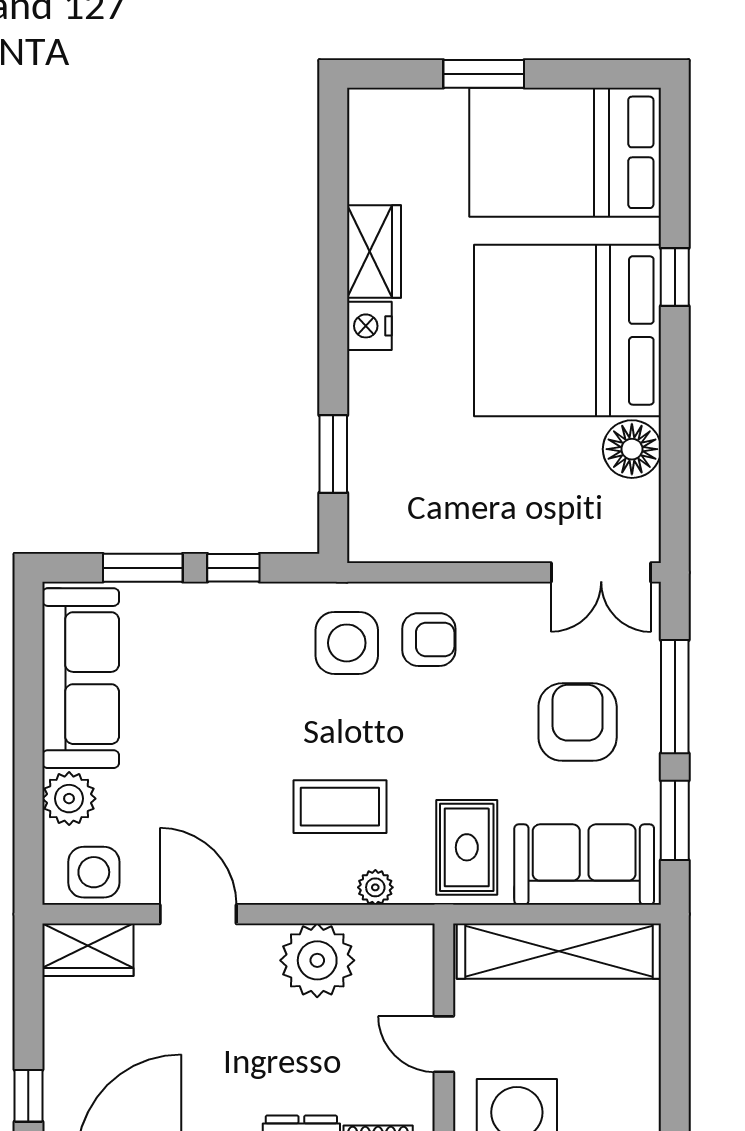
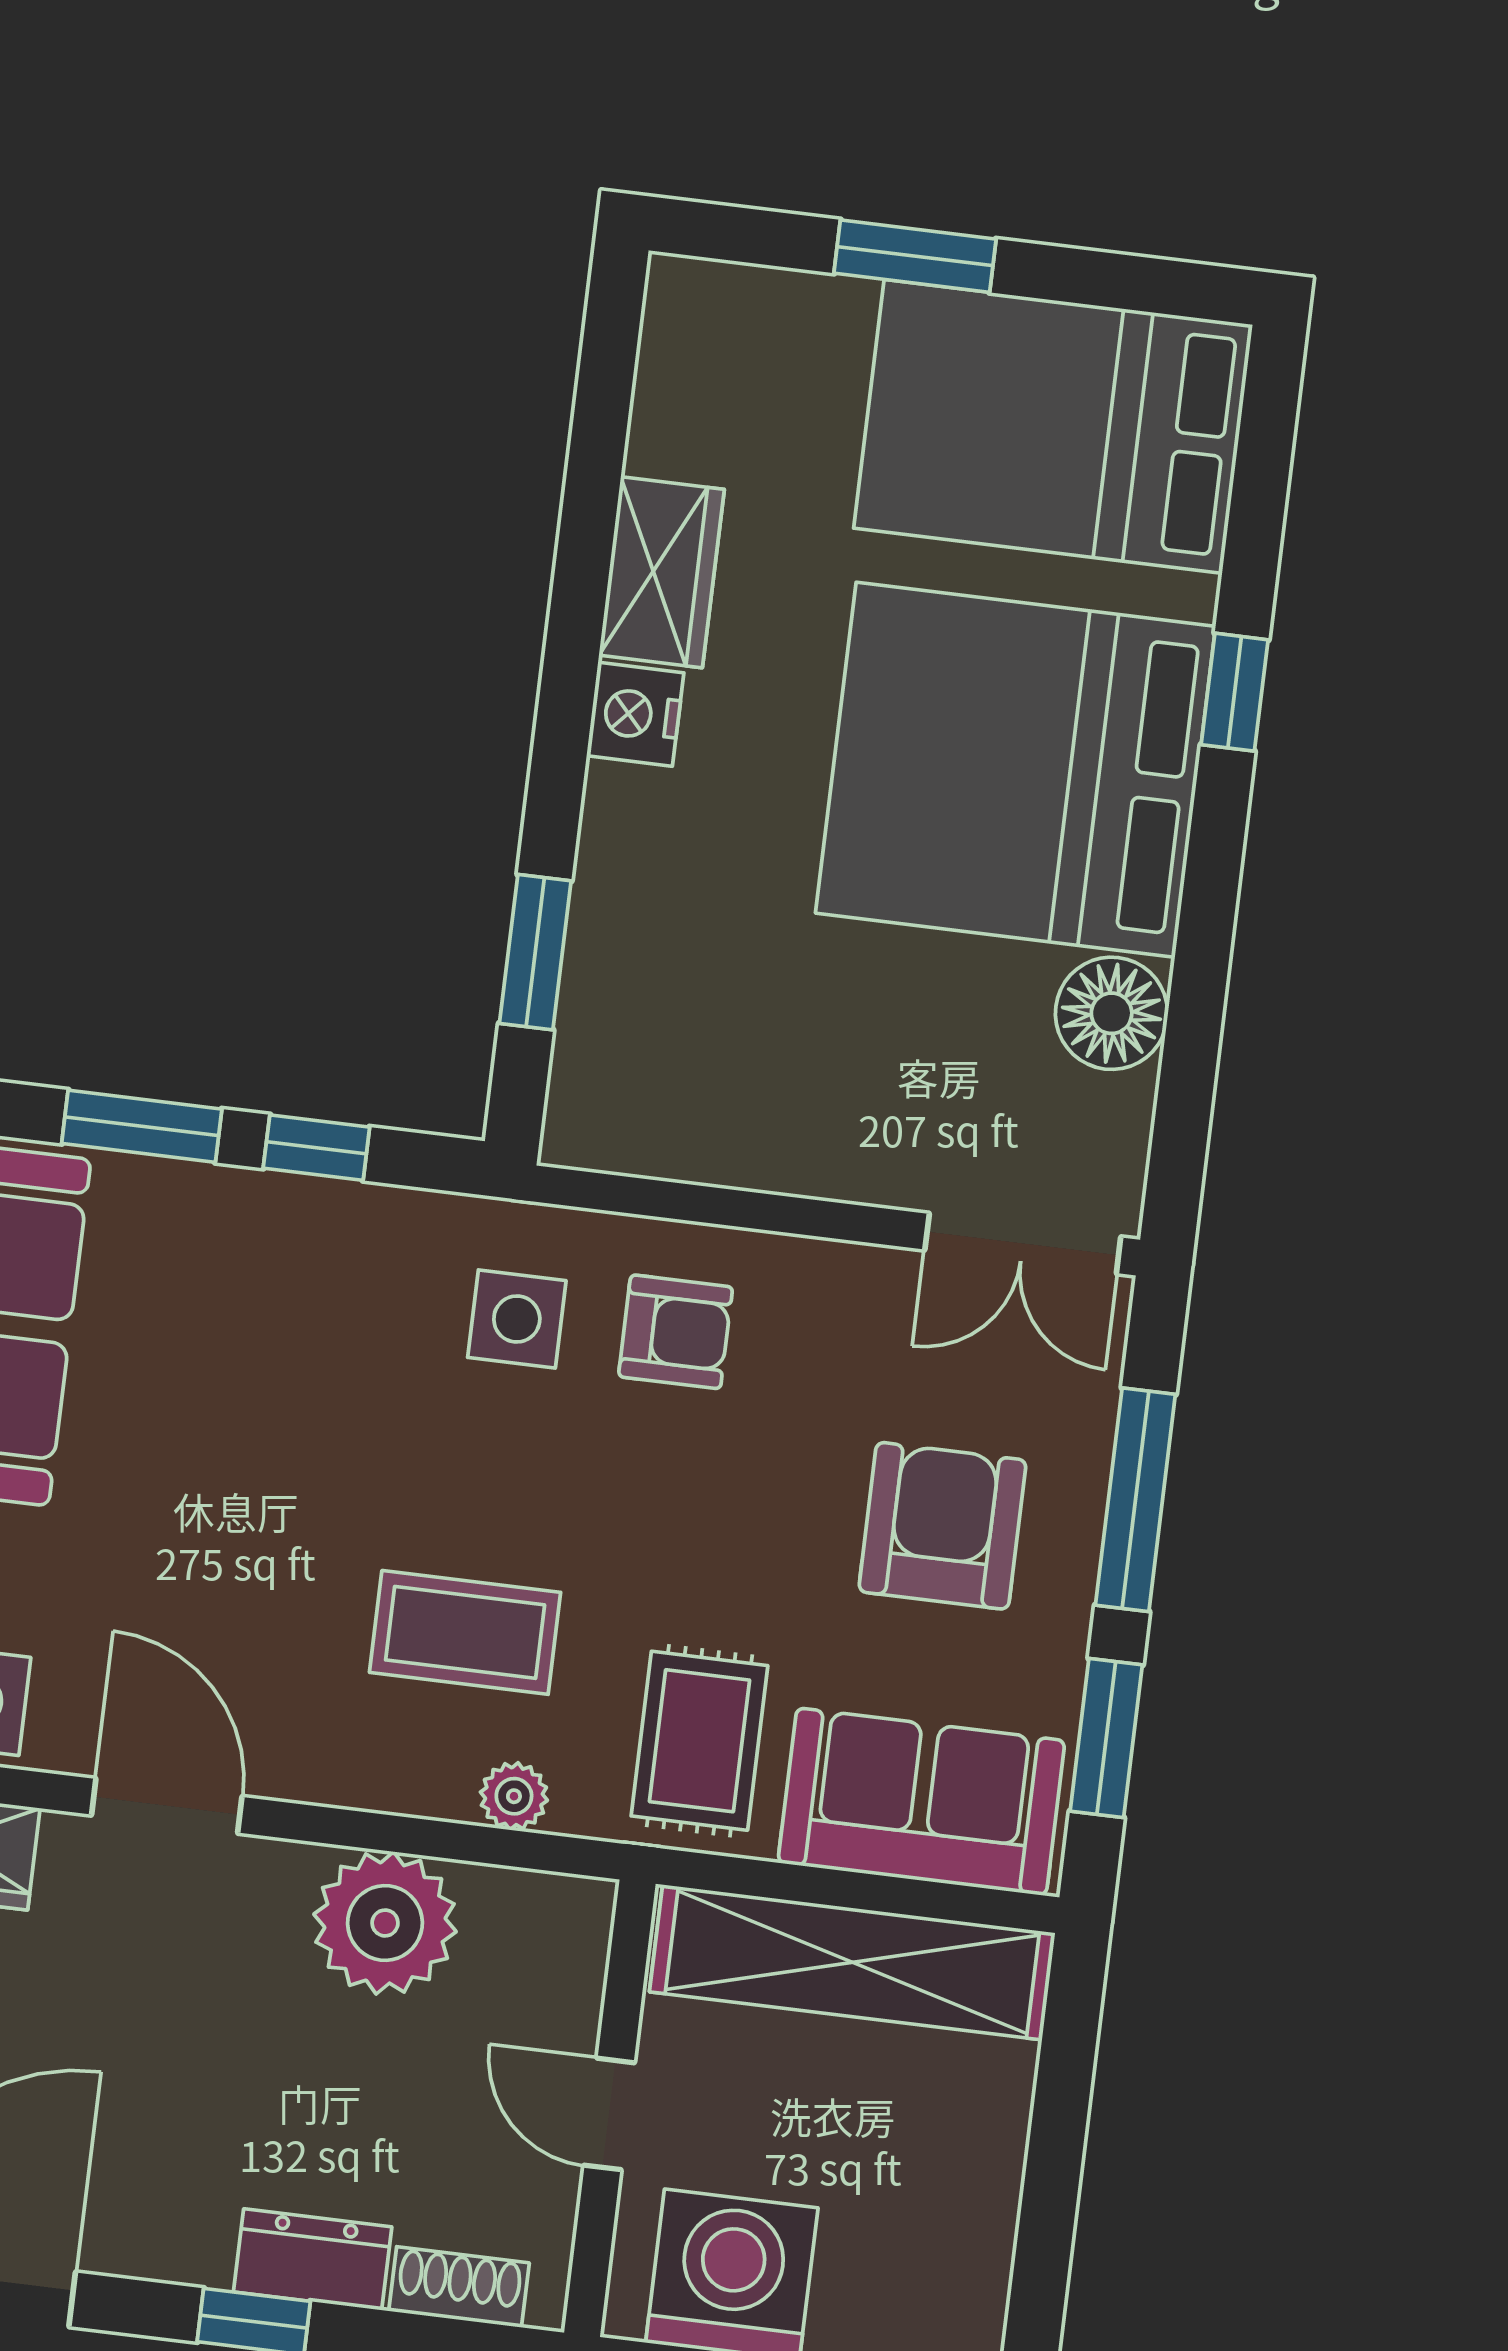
side table: (347, 643) -> (517, 1319), width x0.73, depth x0.73

